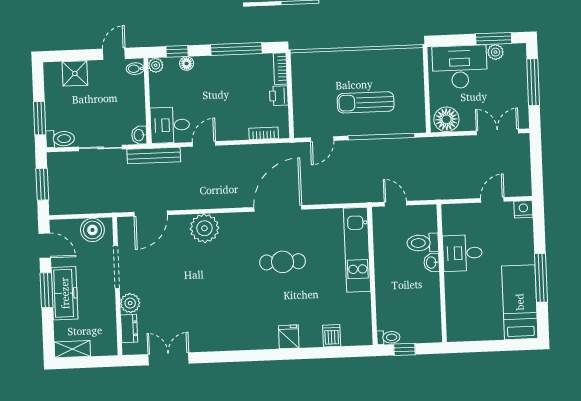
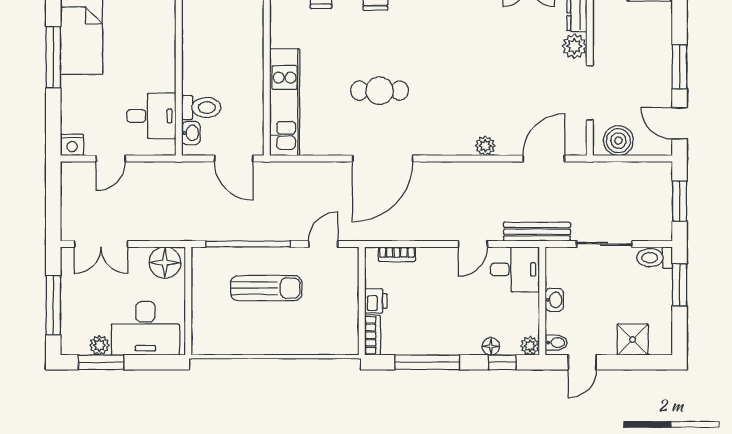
washbasin: (139, 135) -> (554, 300), moved
door: (395, 204) -> (234, 158), width x1.38
plant: (204, 228) -> (485, 146), width x0.53, depth x0.53
desk: (462, 253) -> (151, 116), moved
washbasin: (432, 263) -> (191, 133), moved
freezer: (65, 293) -> (657, 62), removed

